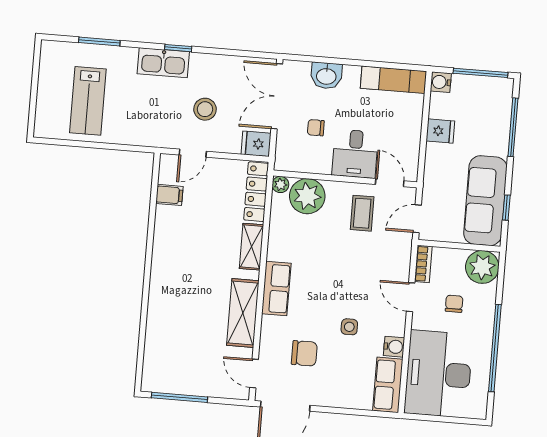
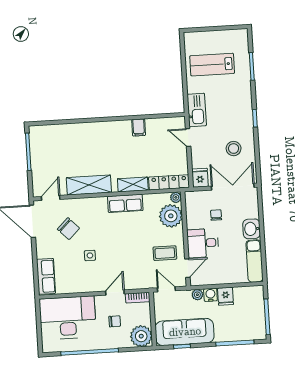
kitchen sink: (163, 63) -> (197, 110), moved, turned 180
washbasin: (326, 76) -> (252, 229), moved
water cooler: (441, 82) -> (210, 295), moved
stool: (205, 109) -> (234, 149), moved
plant: (432, 173) -> (197, 295), added
filing cabinet: (169, 195) -> (139, 127), moved
row of seats: (276, 289) -> (125, 203), moved
water cooler: (394, 347) -> (81, 286), removed
chair: (304, 353) -> (68, 229), turned -44
row of seats: (388, 385) -> (46, 276), moved, turned 90

